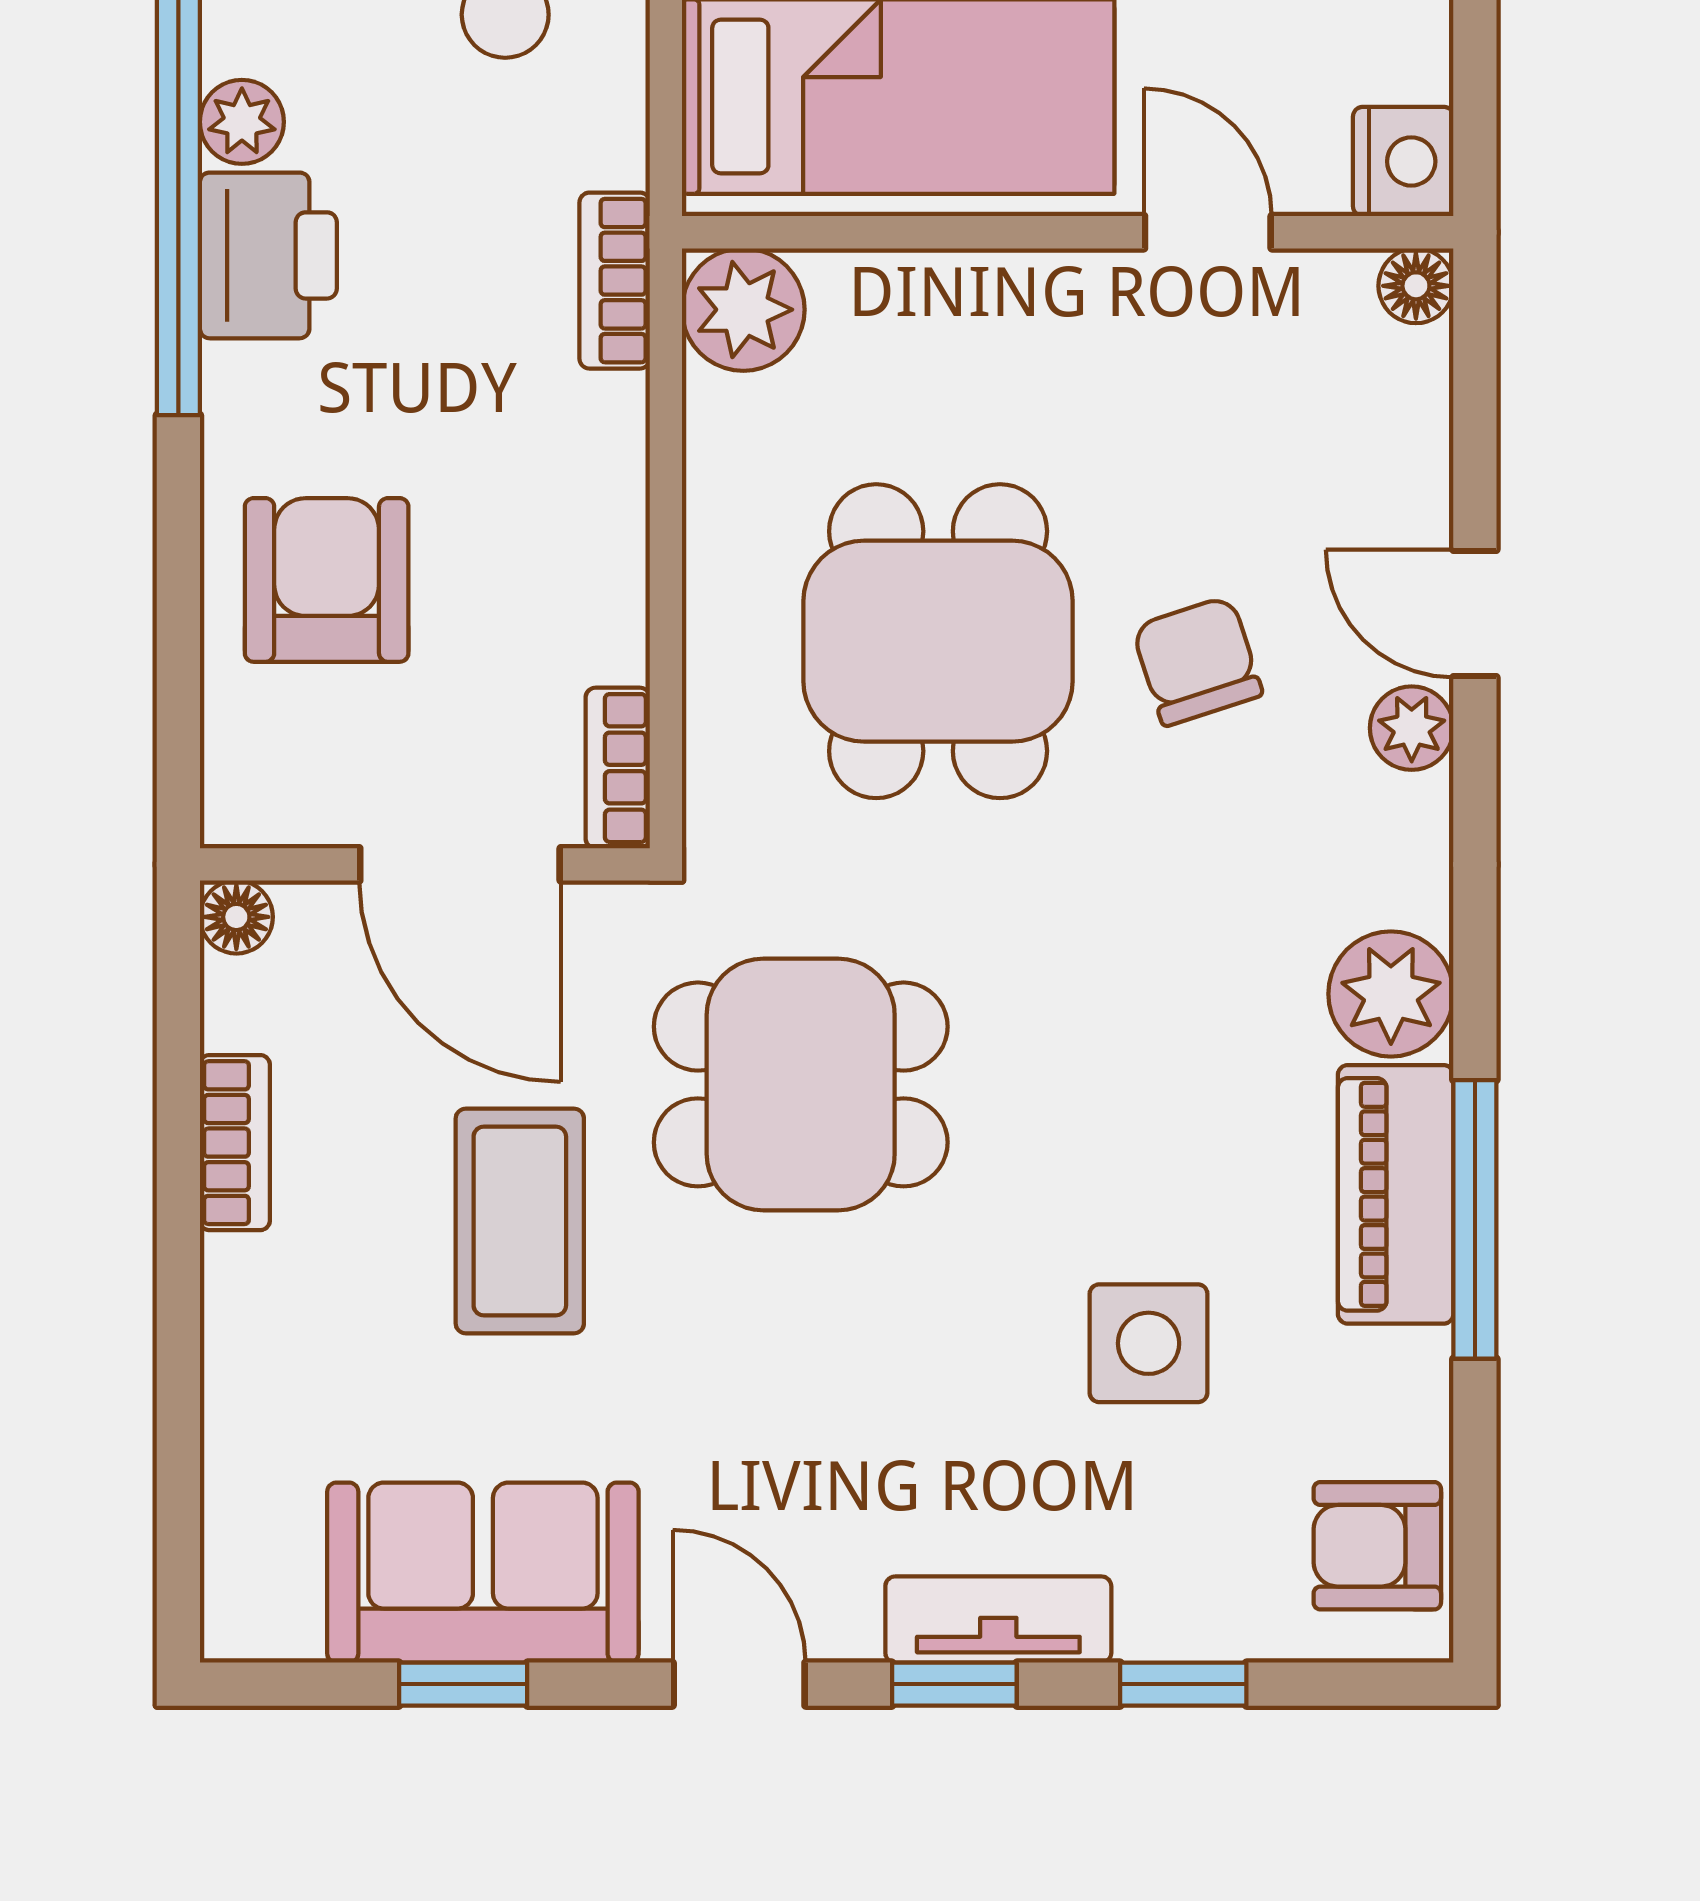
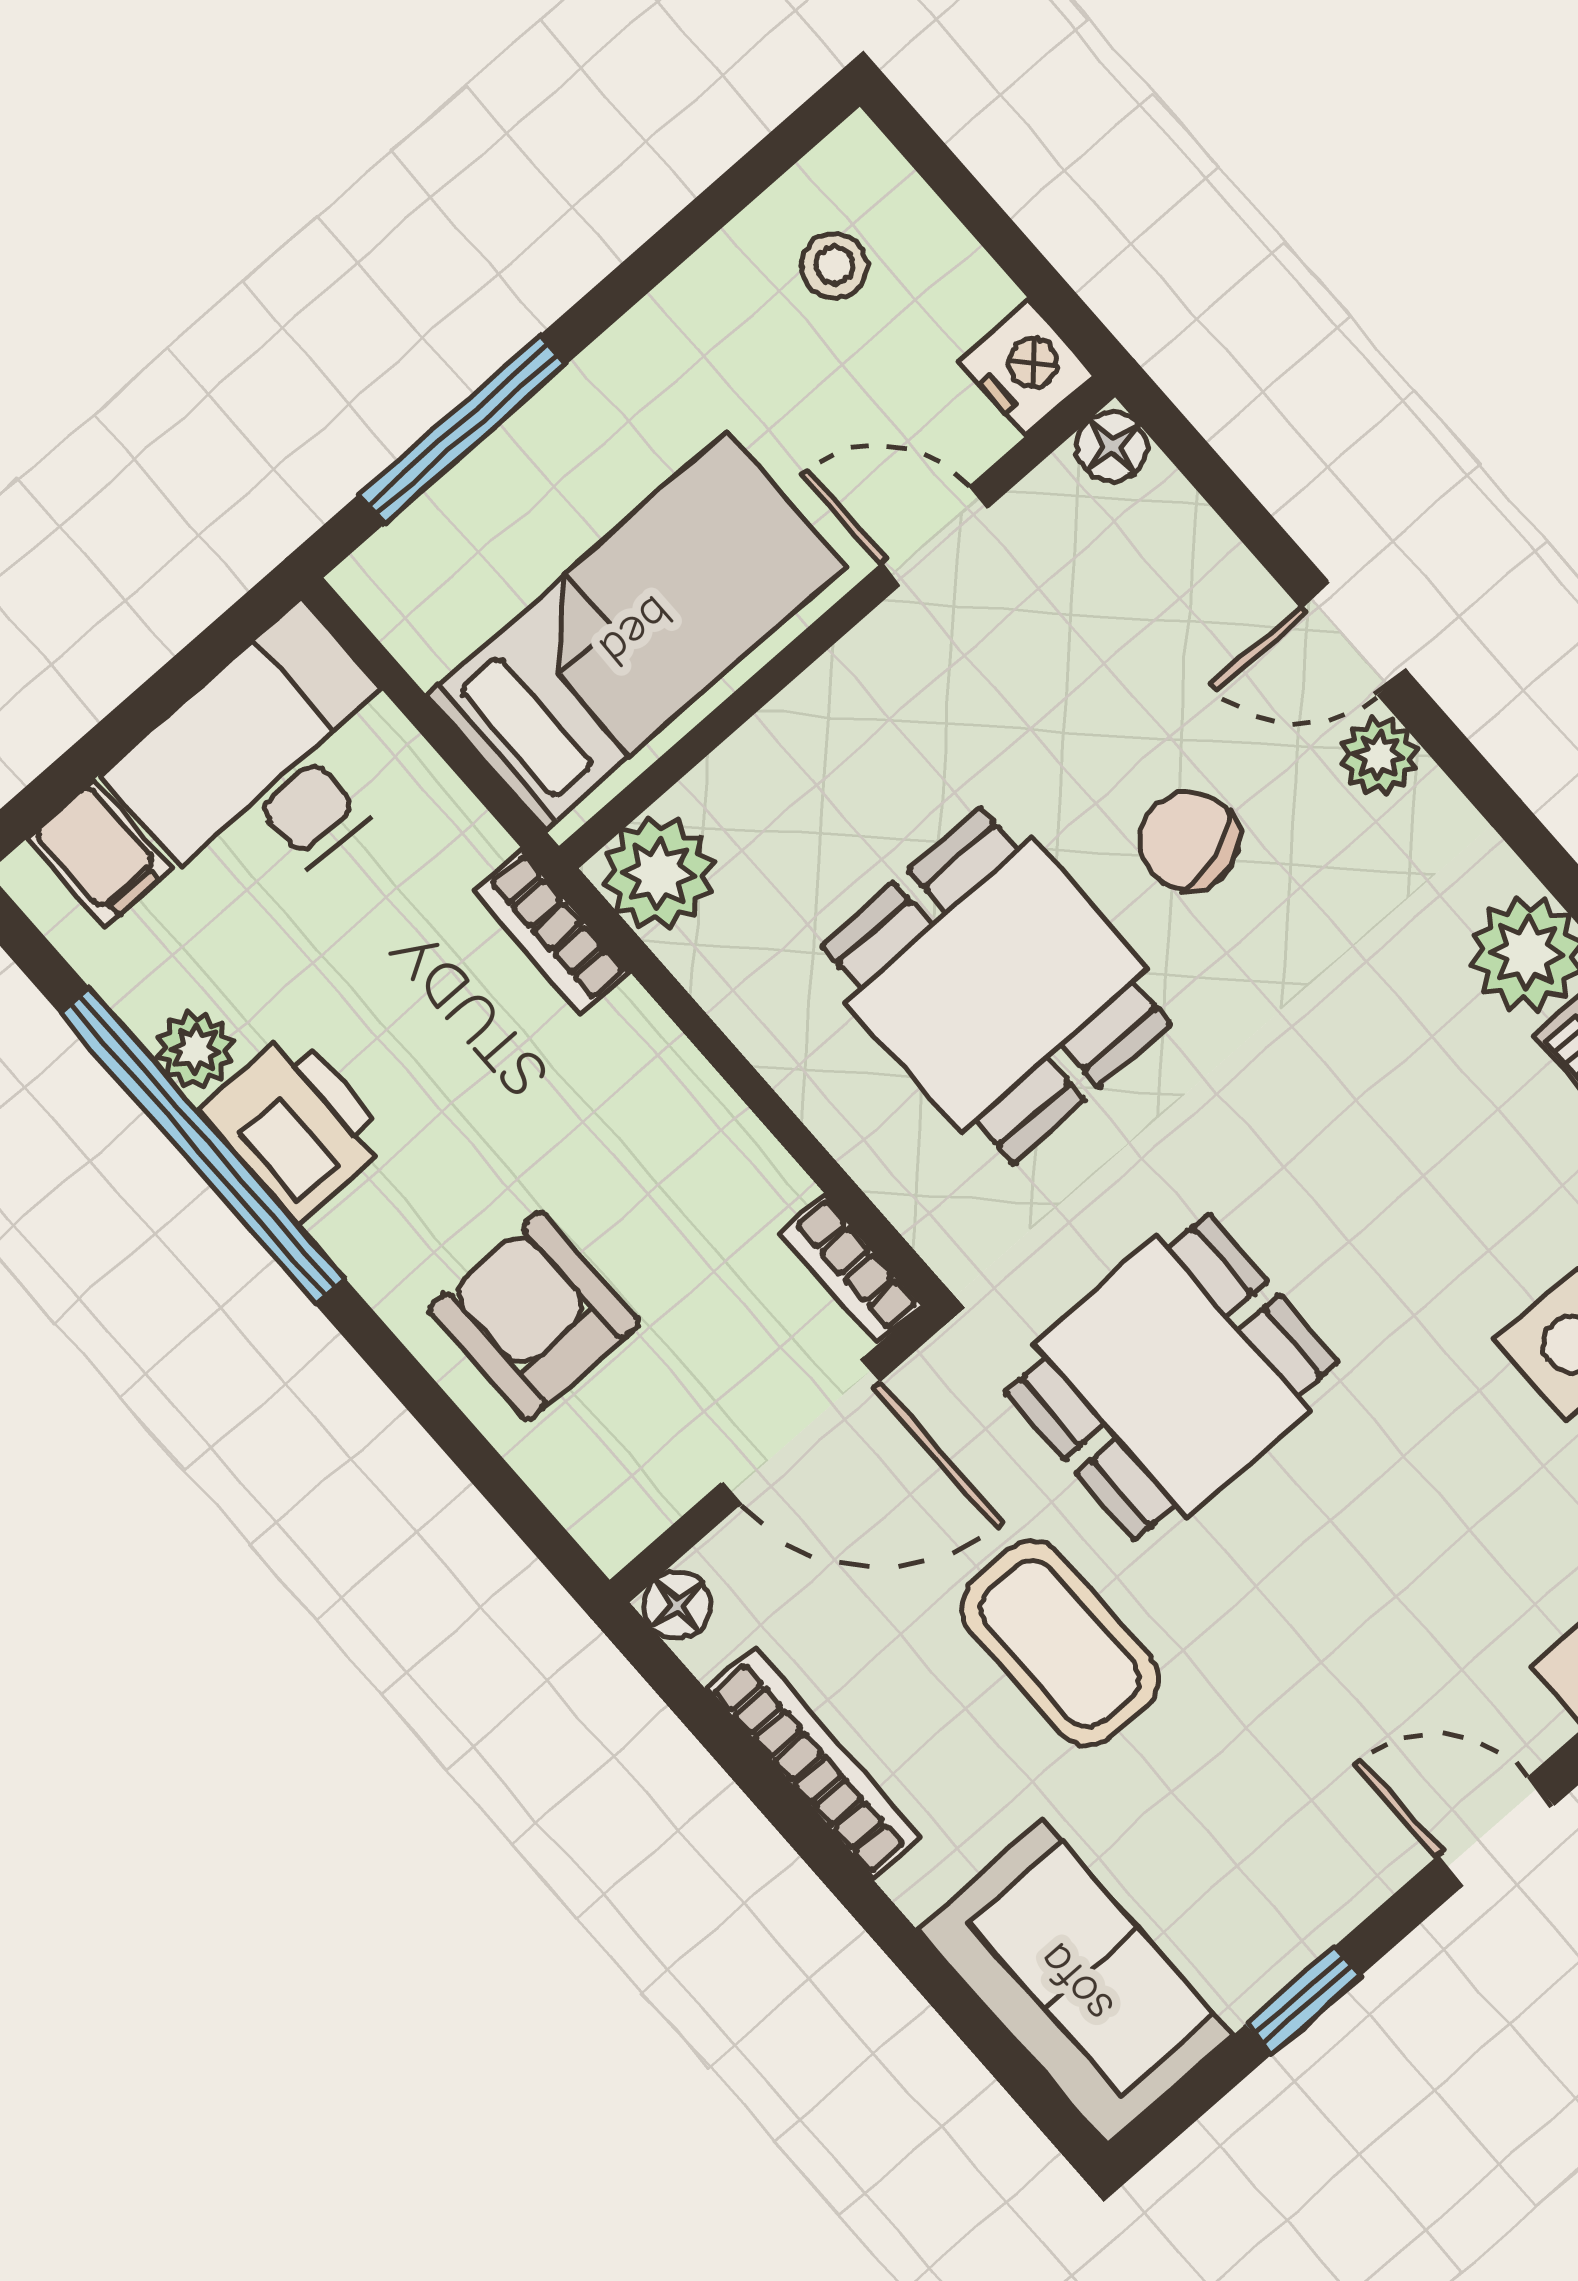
bookcase: (235, 1143) -> (814, 1763), width x1.56
sofa: (483, 1573) -> (1075, 1983), moved, turned 90

